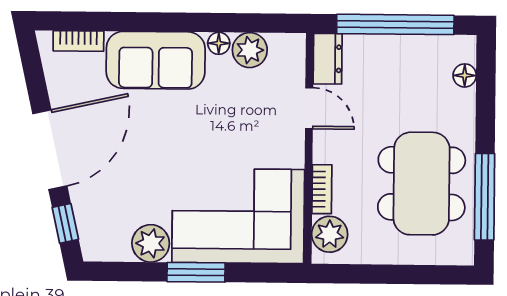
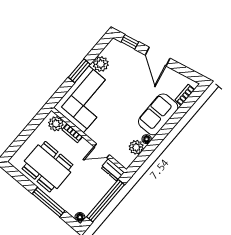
floor lamp: (465, 75) -> (80, 217), moved
door: (50, 150) -> (158, 57), width x0.73
window: (485, 197) -> (49, 202), moved

